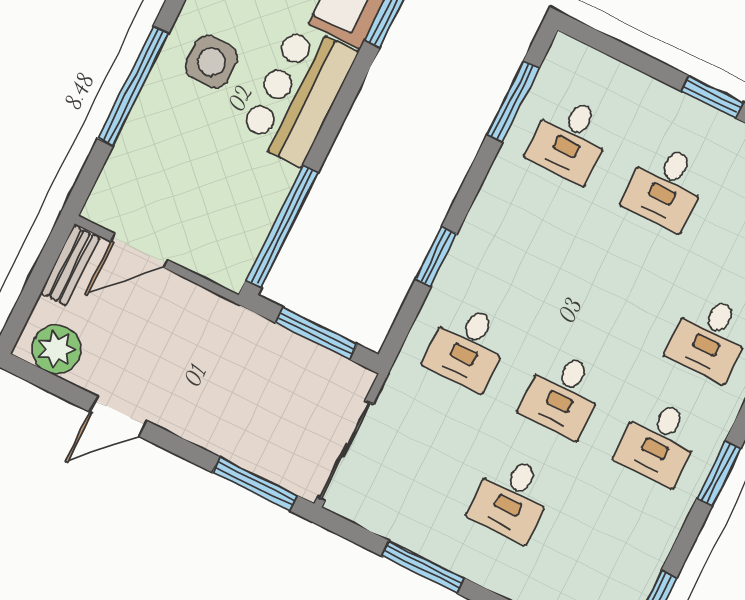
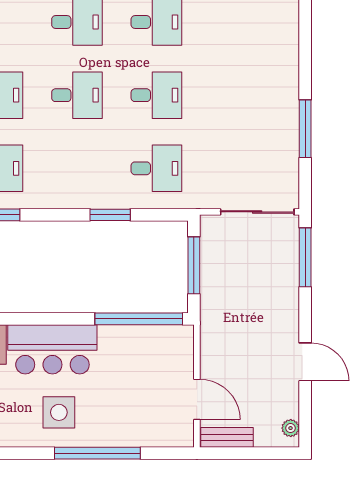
plant: (56, 349) -> (291, 428), width x0.53, depth x0.53
desk: (512, 498) -> (77, 95), moved

